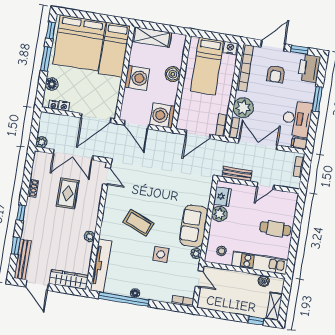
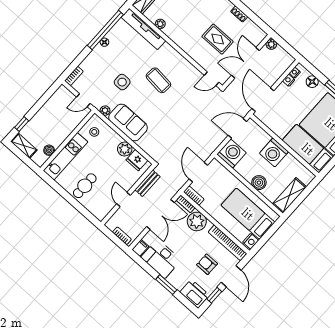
shelving: (152, 37) -> (289, 195), moved
coffee table: (138, 223) -> (158, 80), turned 74
plant: (90, 236) -> (160, 24), moved

